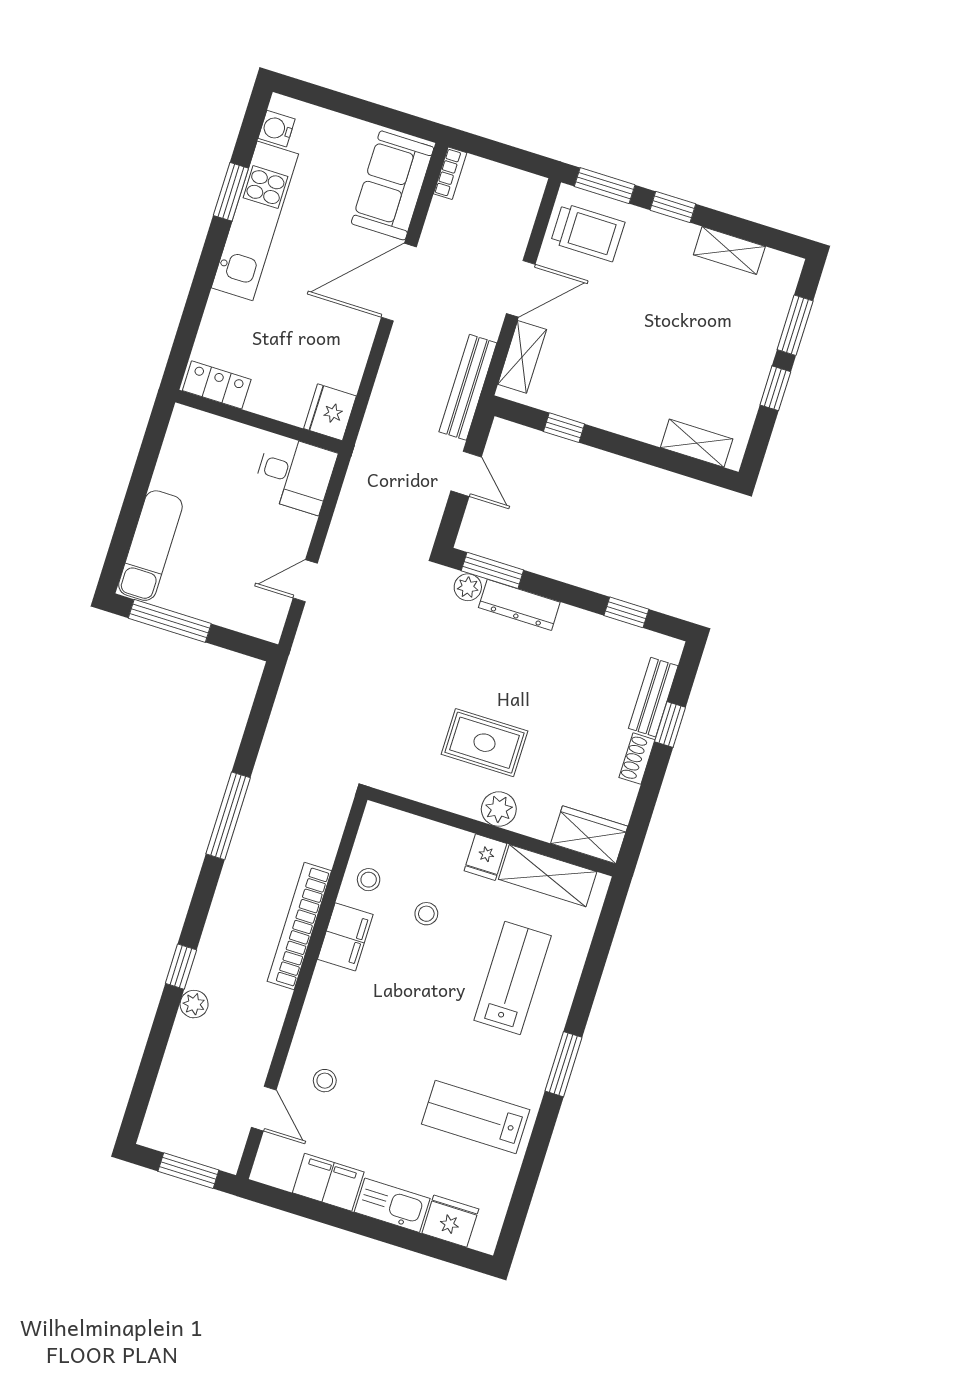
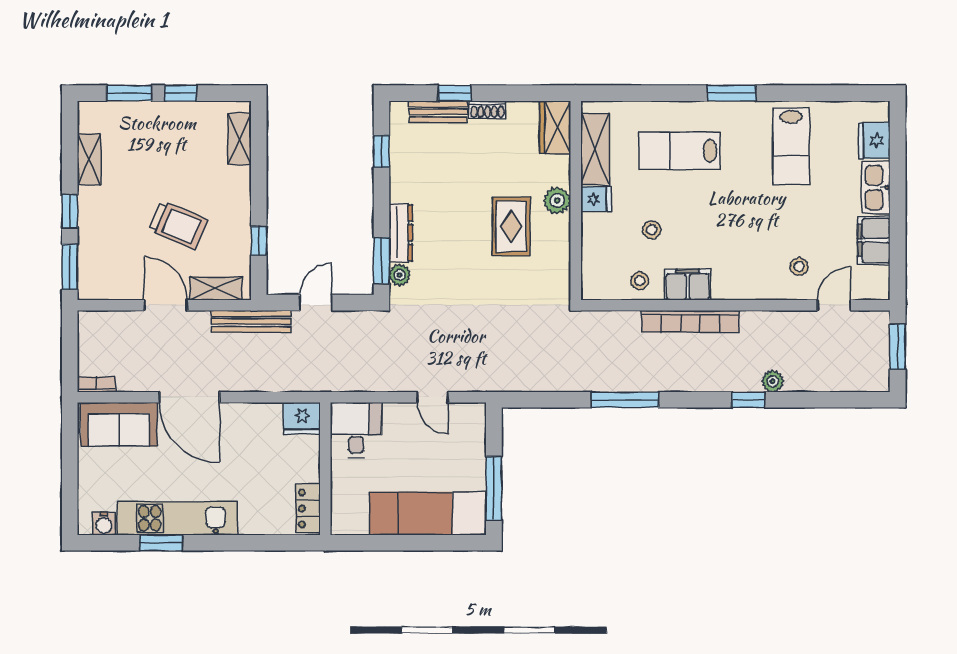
trolley: (588, 232) -> (178, 225), moved, turned 113
exam couch: (150, 546) -> (427, 514), width x1.36, depth x1.45

